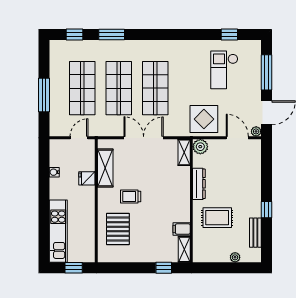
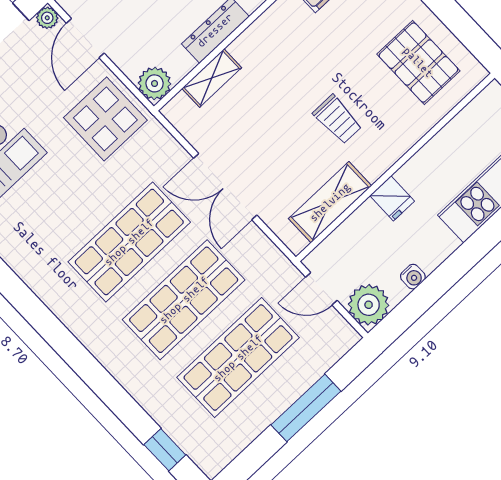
window: (112, 35) -> (109, 391), removed
plant: (59, 148) -> (369, 305), added
shelving: (184, 152) -> (212, 78), moved
fridge: (87, 178) -> (392, 198), moved
pallet: (118, 229) -> (418, 62), moved, turned 90

